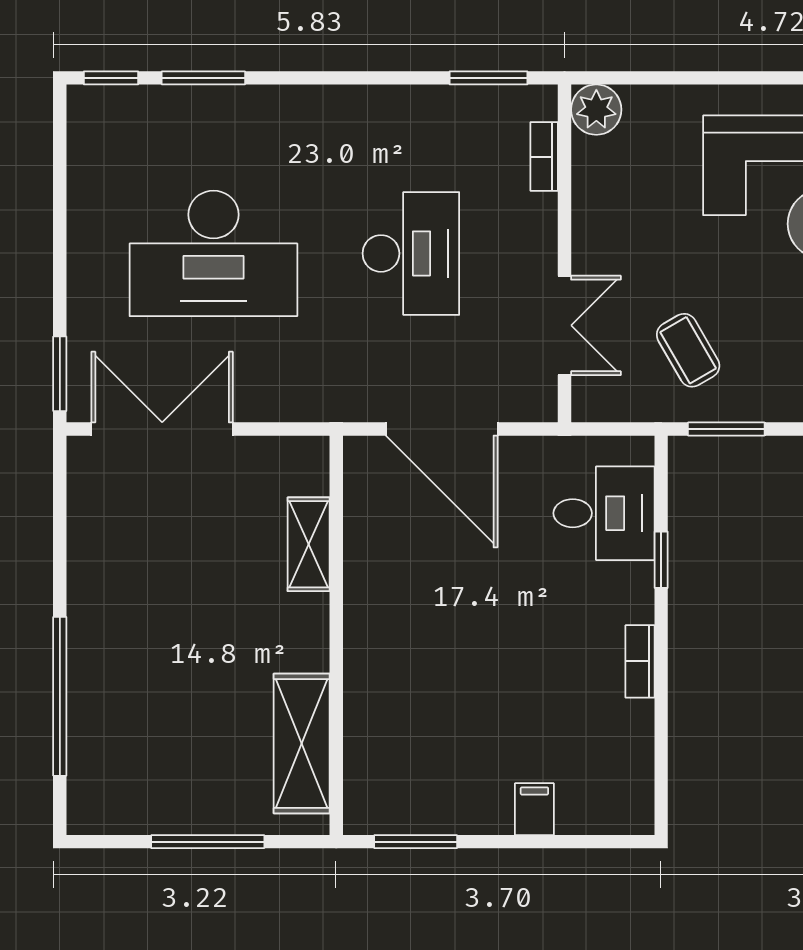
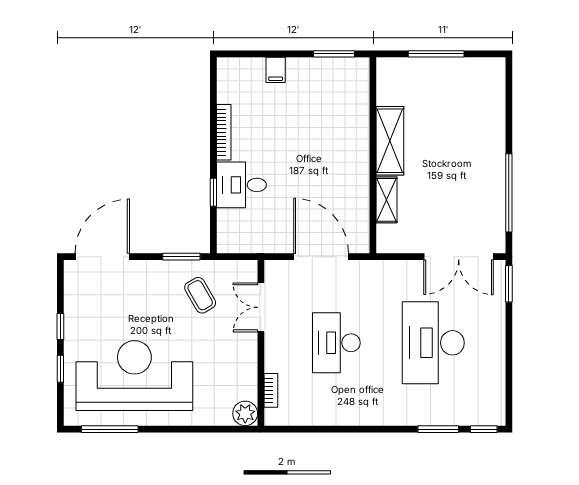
window: (489, 78) -> (298, 429), removed
desk: (213, 253) -> (433, 343), turned -90
desk: (604, 513) -> (241, 185), moved
bookcase: (640, 661) -> (224, 132), width x1.56
window: (60, 696) -> (509, 193), moved
shelving: (302, 744) -> (390, 141), moved

